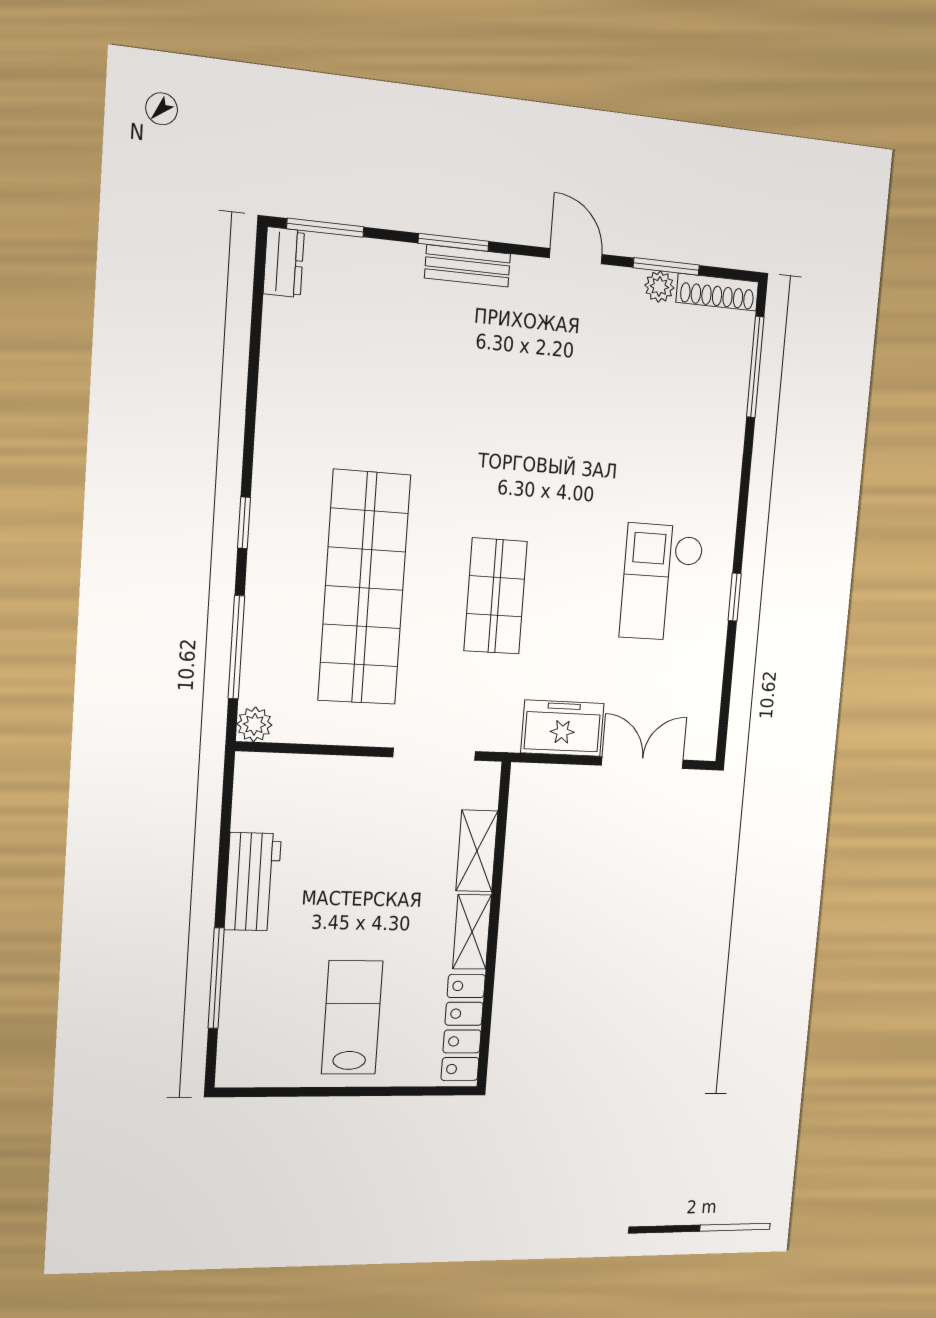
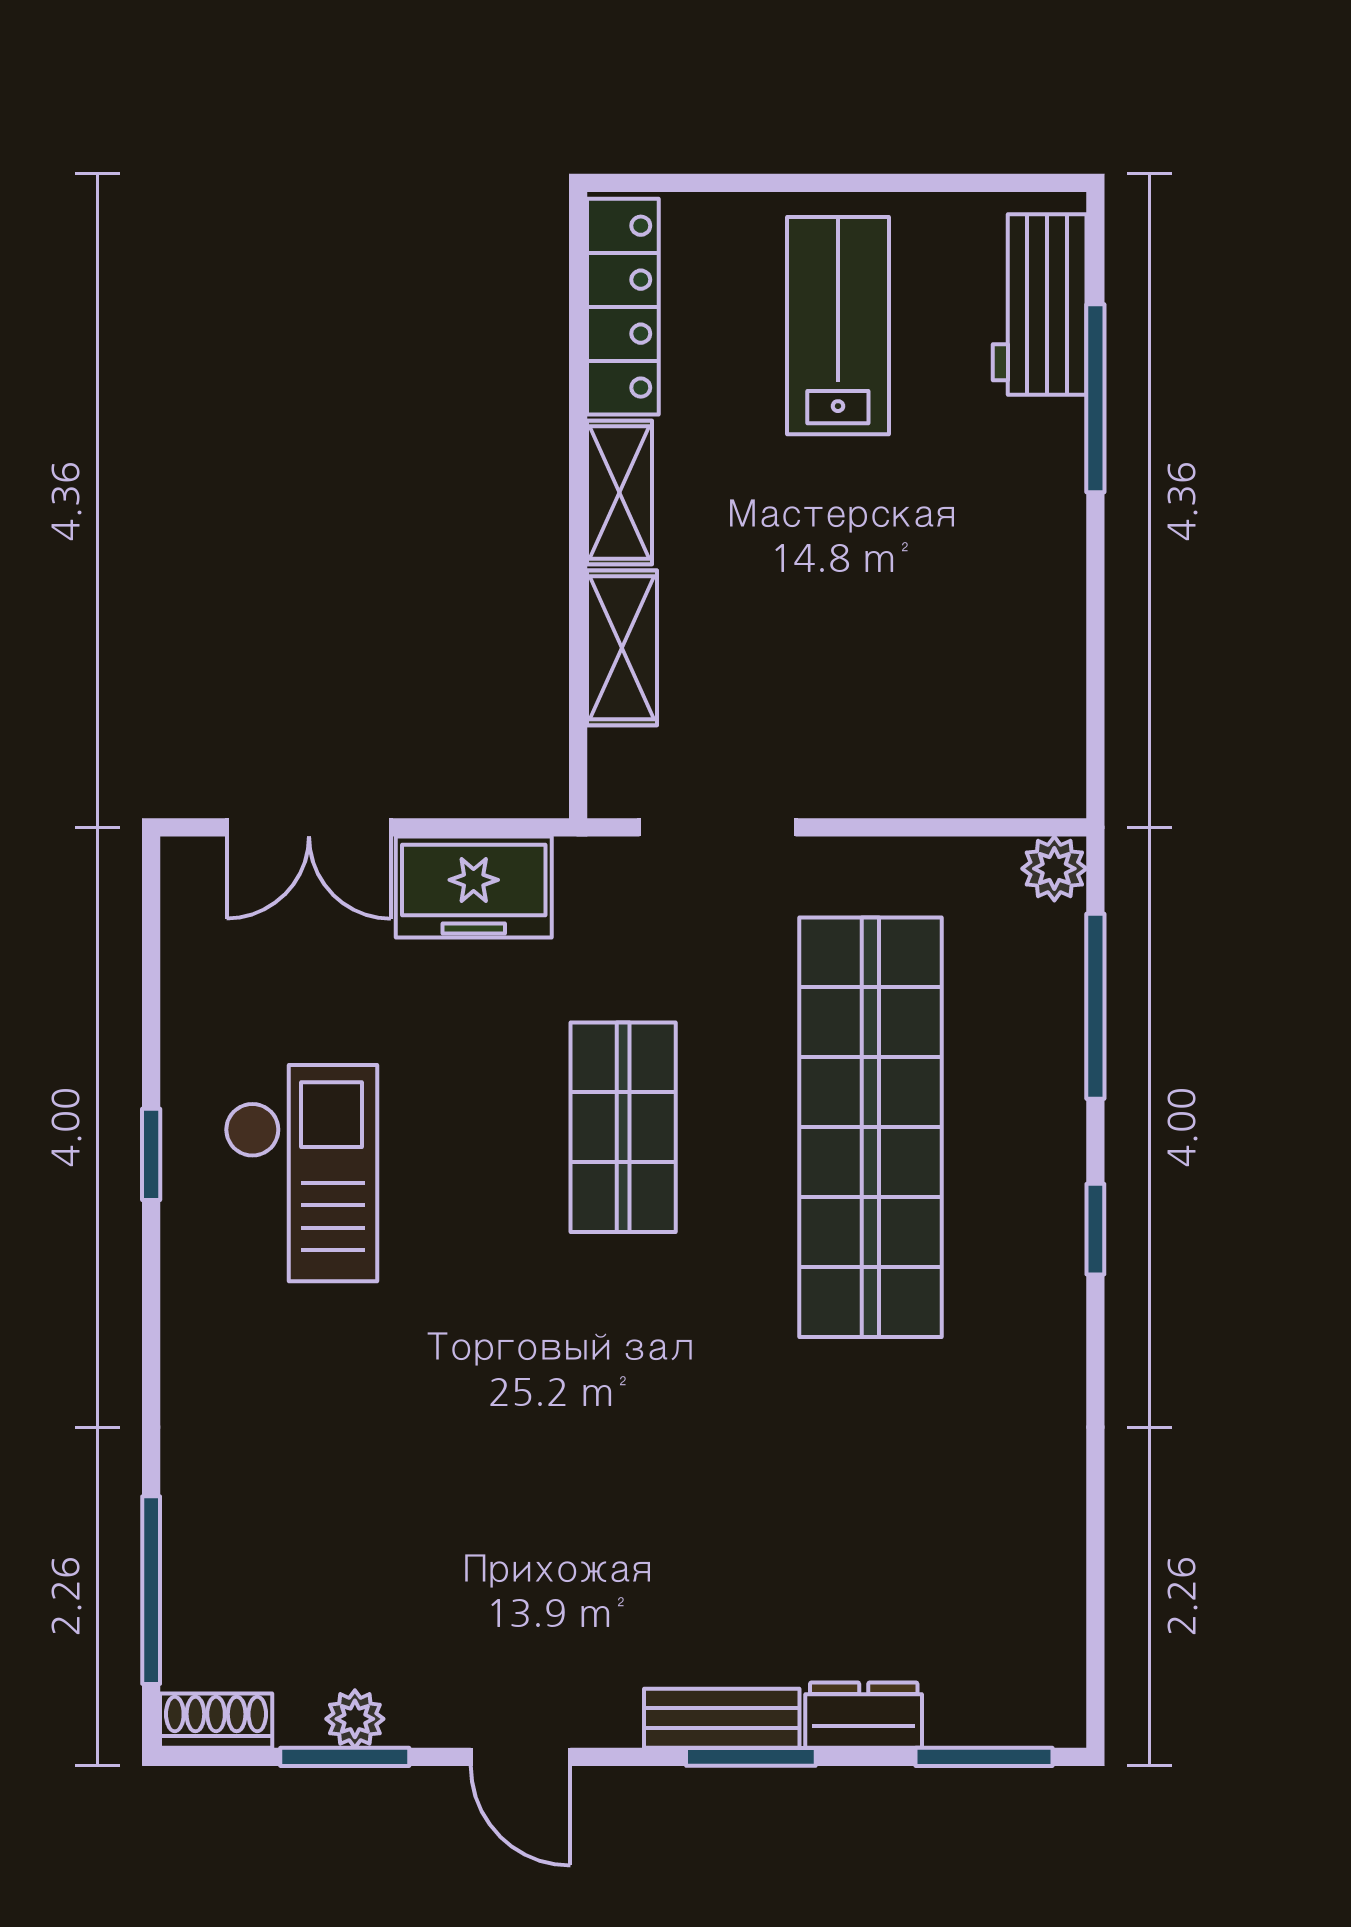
dresser: (284, 262) -> (864, 1715), moved, turned 90
shoe rack: (717, 292) -> (216, 1721), width x0.70
workbench: (253, 882) -> (1040, 304), moved
lab bench: (352, 1017) -> (838, 326), turned 180

